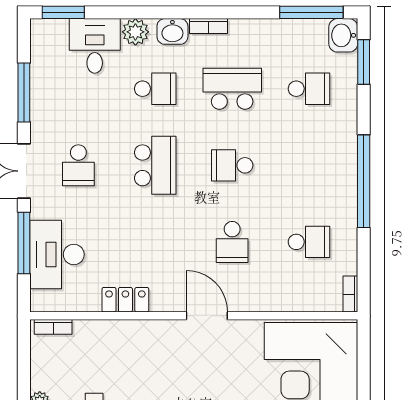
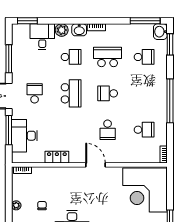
school desk: (78, 165) -> (35, 93), turned 180

